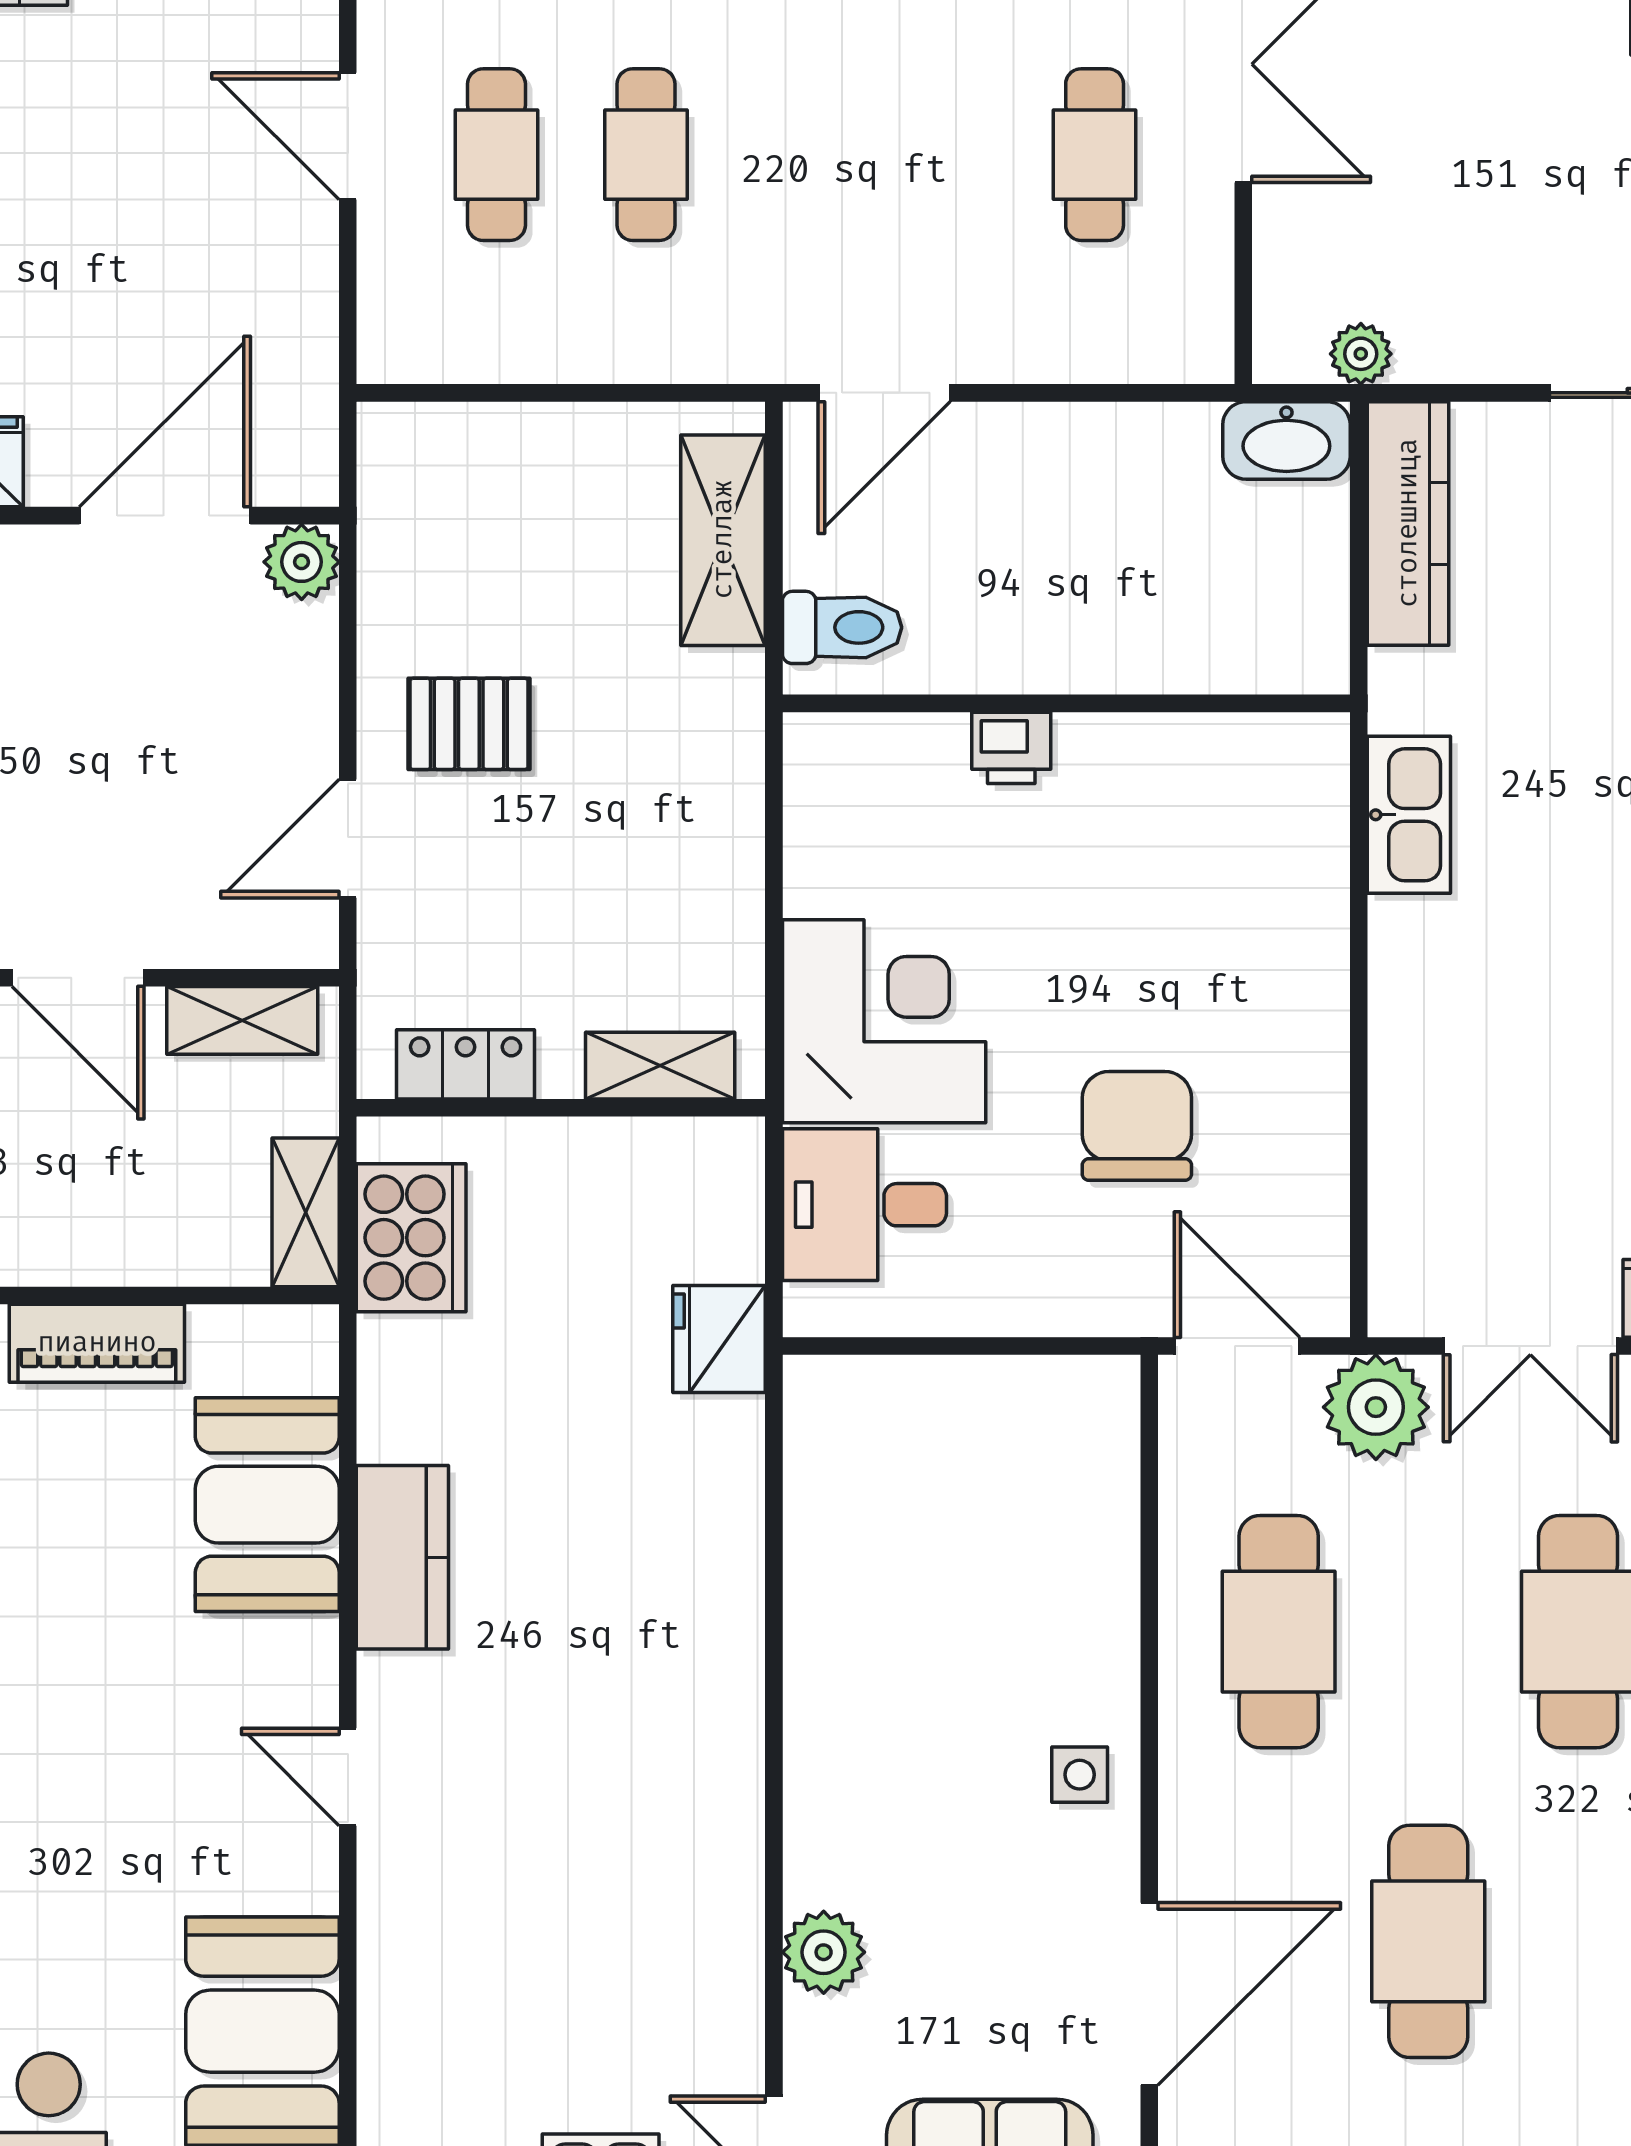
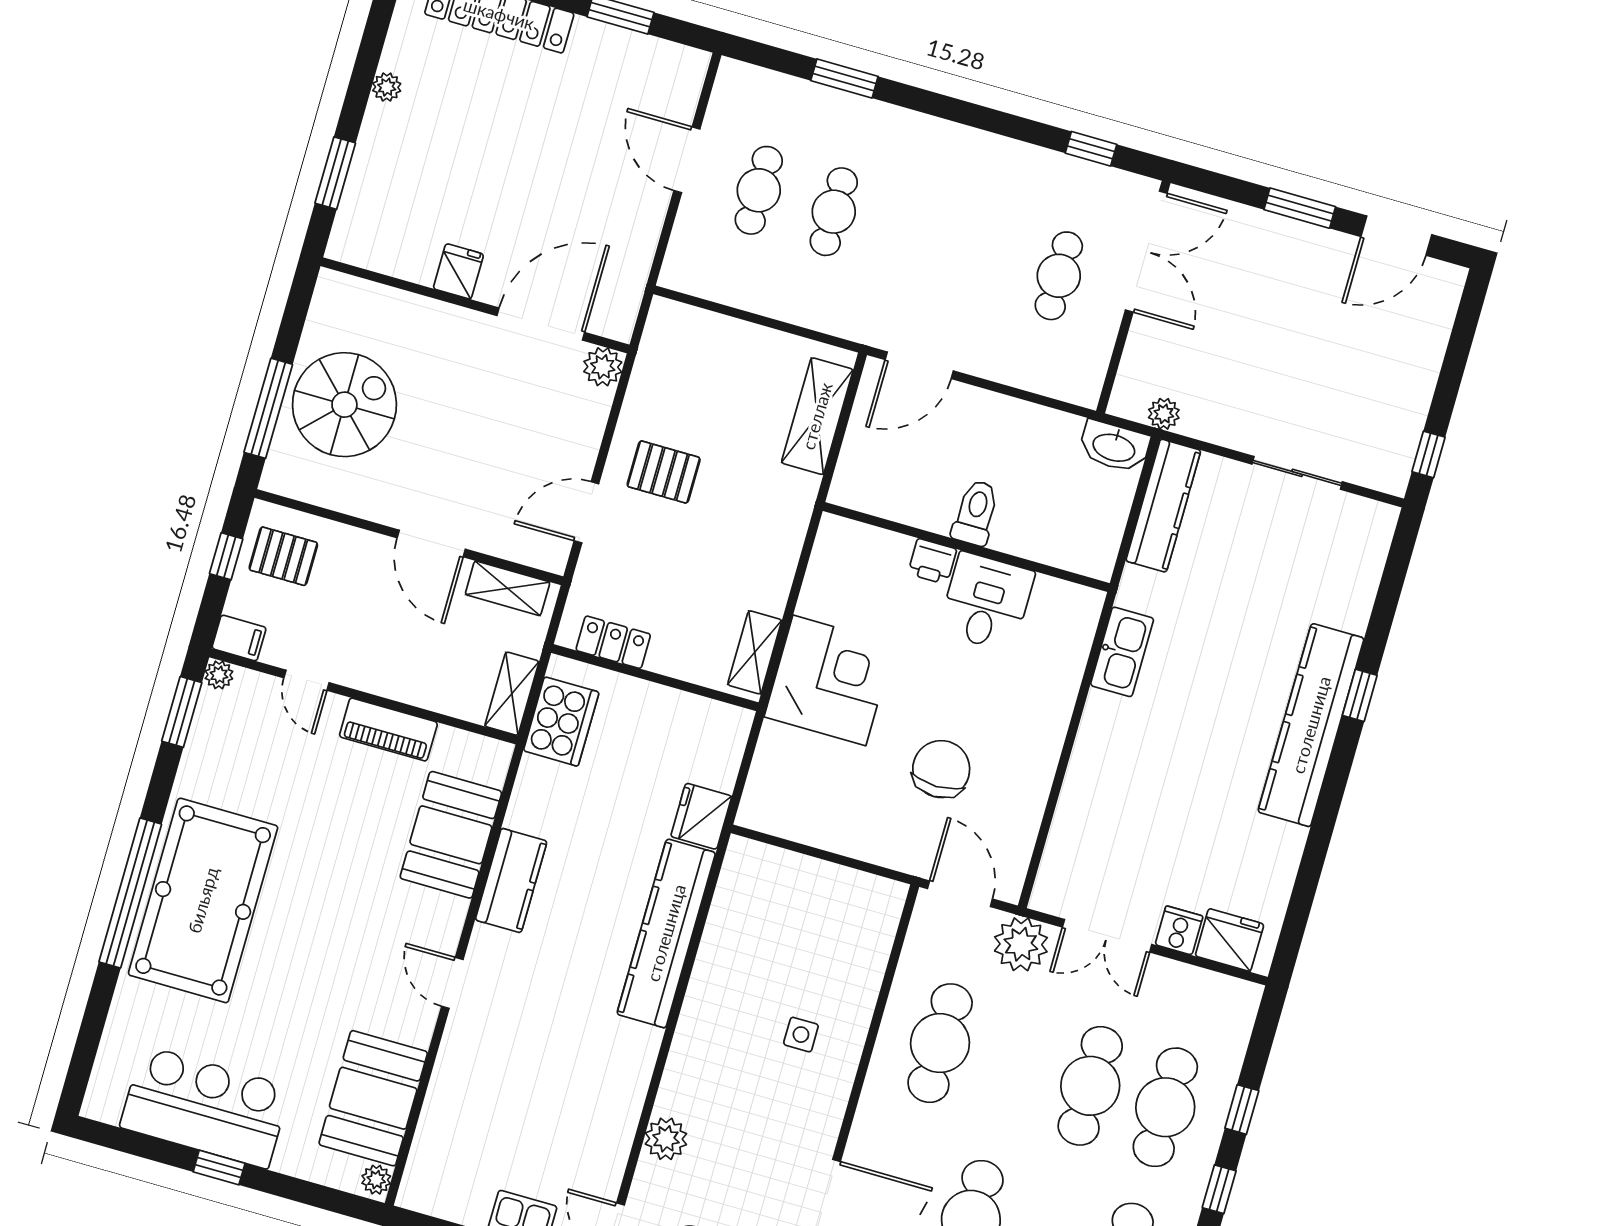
toilet: (842, 627) -> (976, 513), moved, turned -90
shelving: (660, 1066) -> (755, 652), moved, turned 90
desk: (864, 1205) -> (986, 602), moved, turned 90
kitchen counter: (716, 1573) -> (666, 933), added
side table: (1080, 1775) -> (801, 1035), moved

